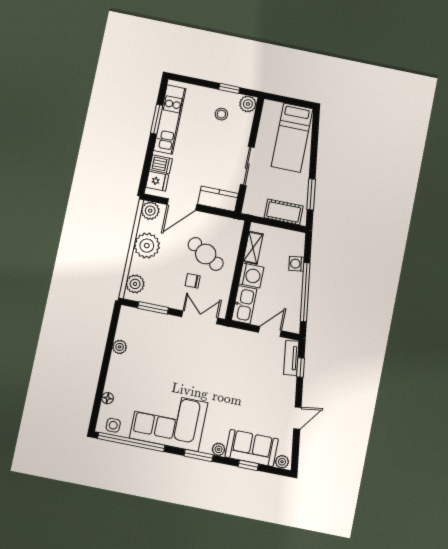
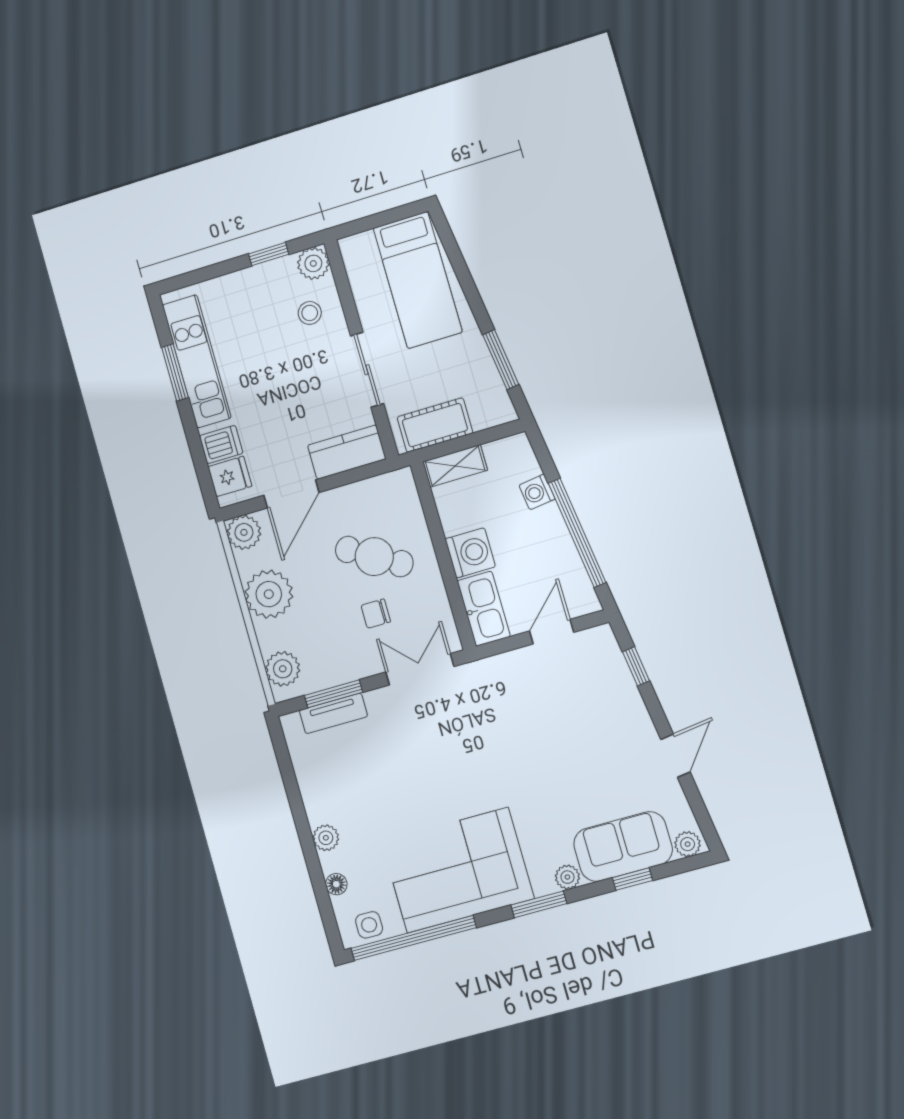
stool: (221, 114) -> (310, 313), moved
cot: (284, 212) -> (435, 425), moved
shelving: (253, 248) -> (455, 466), moved, turned 90
plant: (120, 347) -> (326, 838), moved
tv unit: (291, 358) -> (333, 713), moved, turned -82

